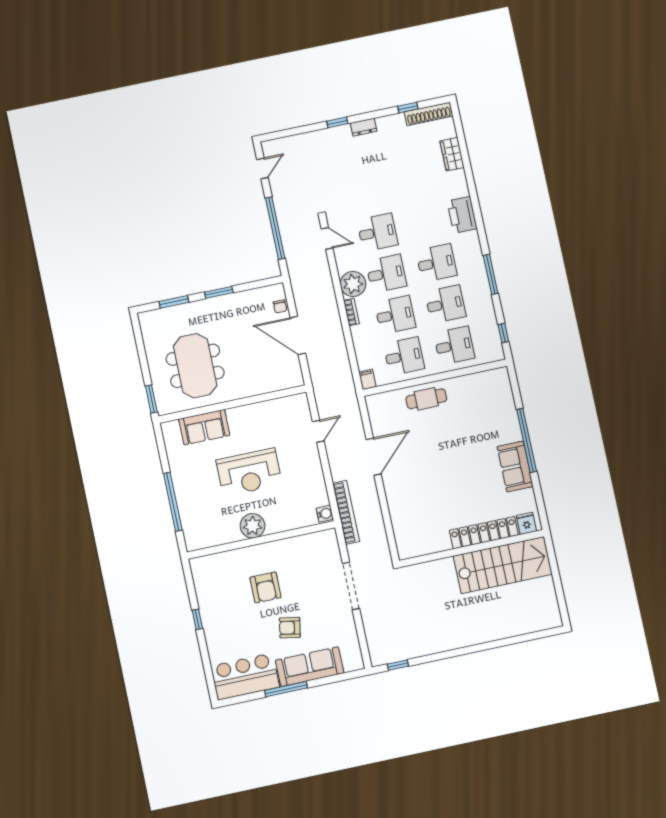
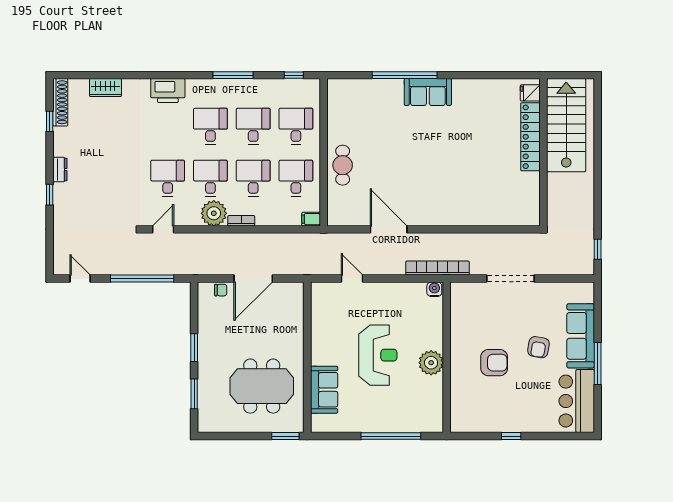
fridge: (526, 523) -> (530, 93), moved
locker: (484, 533) -> (530, 137), moved
wall: (472, 548) -> (543, 152), moved
stairs: (503, 565) -> (566, 125), moved

